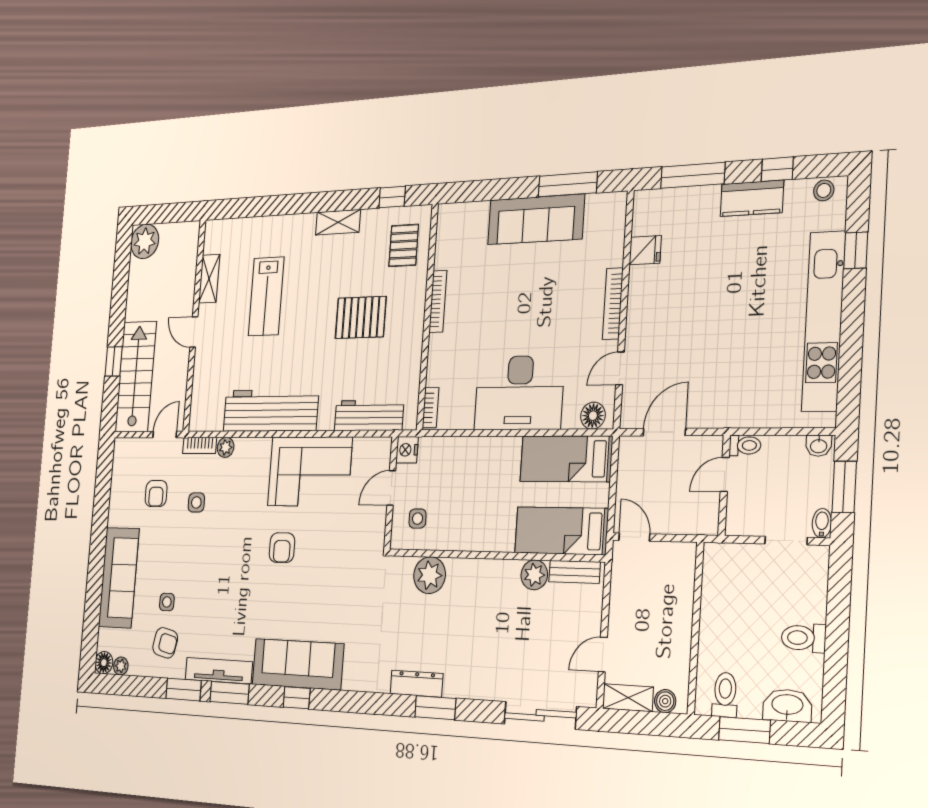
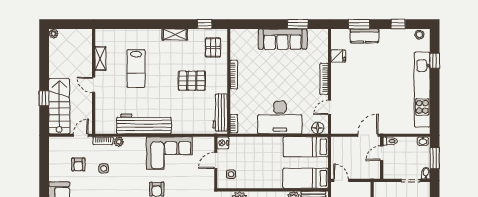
window: (693, 175) -> (359, 24), width x0.69
window: (568, 184) -> (298, 24), width x0.69
kitchen counter: (752, 198) -> (364, 36), moved
plant: (145, 241) -> (53, 34), width x0.53, depth x0.53
workbench: (369, 415) -> (220, 113), moved, turned -90
door: (664, 432) -> (368, 135), moved

